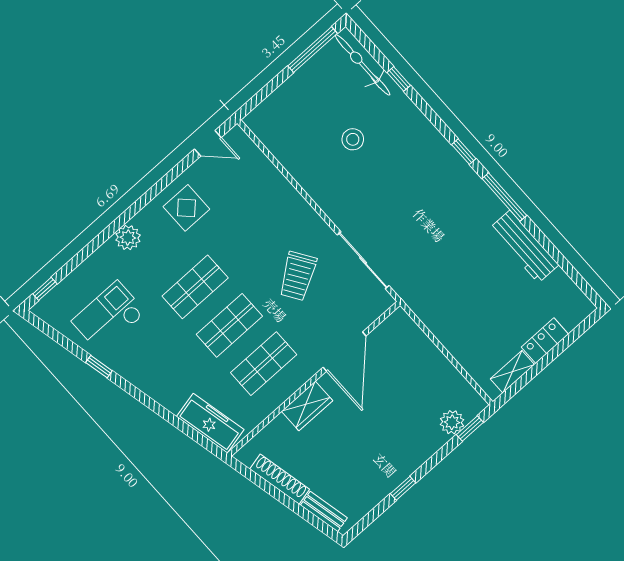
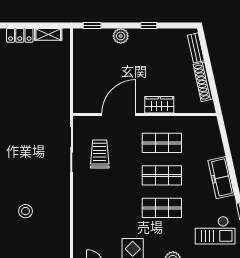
trolley: (298, 276) -> (100, 154), moved, turned -57
plant: (452, 422) -> (121, 36), moved
freezer: (210, 423) -> (221, 178), moved

